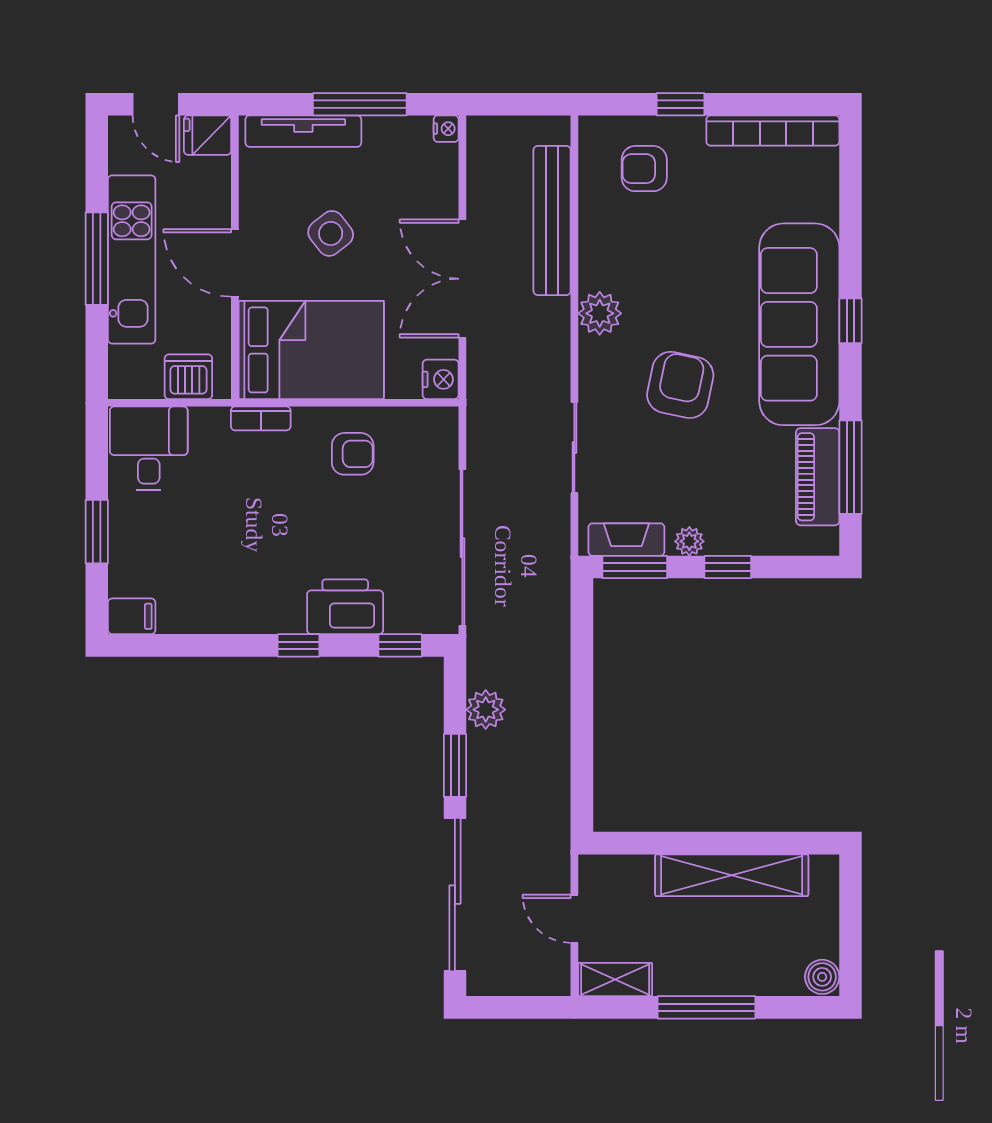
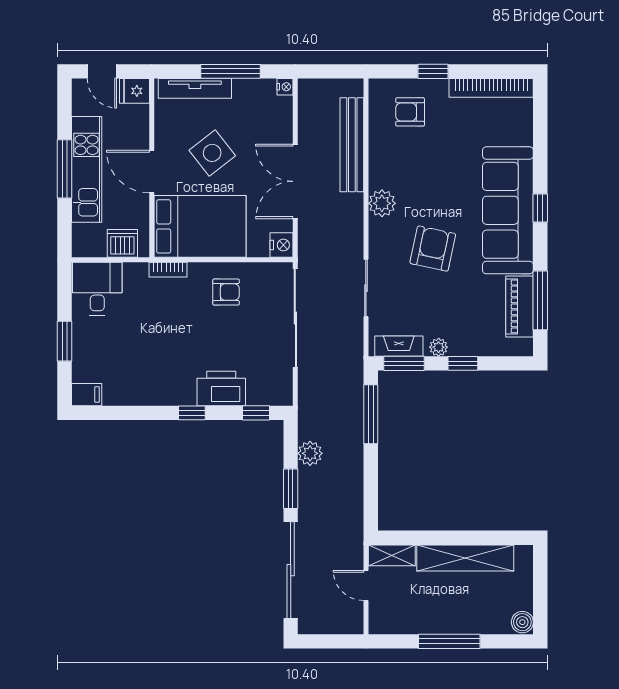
side table: (331, 233) -> (212, 153), width x1.37, depth x1.37
sliding door: (462, 548) -> (295, 318), moved
window: (582, 647) -> (371, 414), added
shelving: (615, 979) -> (392, 555), moved

